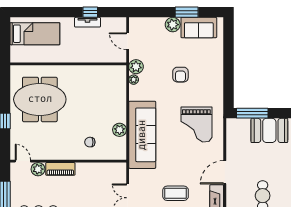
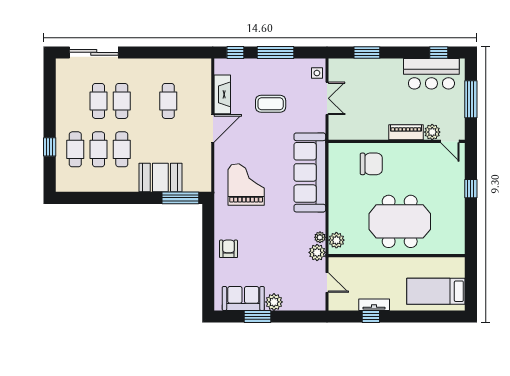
armchair: (180, 75) -> (229, 249), moved
meeting table: (40, 99) -> (400, 221), moved
plant: (120, 130) -> (336, 240), moved
chair: (90, 142) -> (371, 164), width x1.87, depth x1.87

